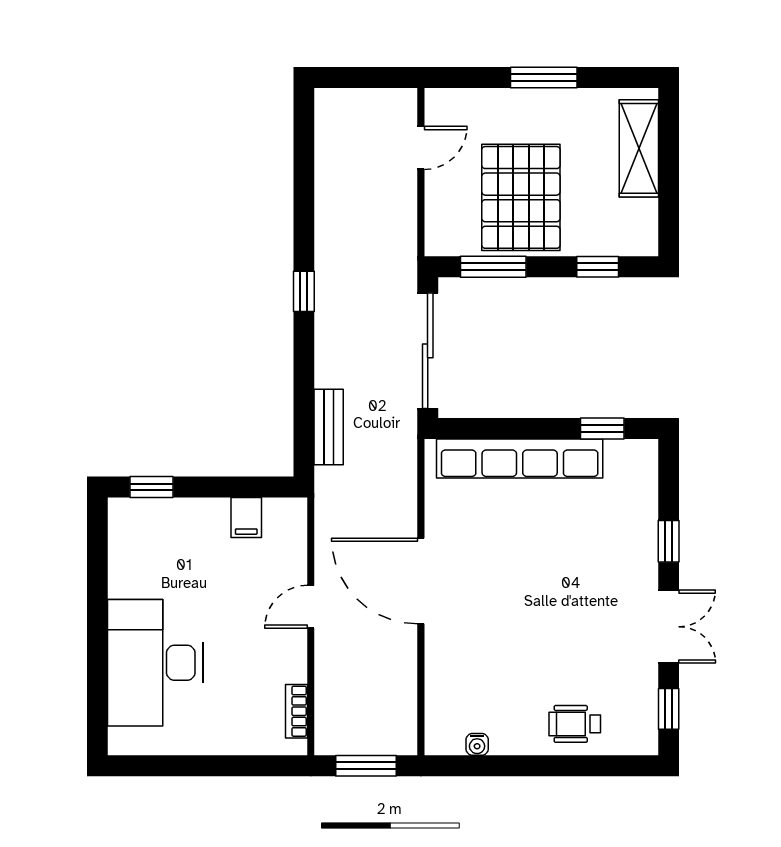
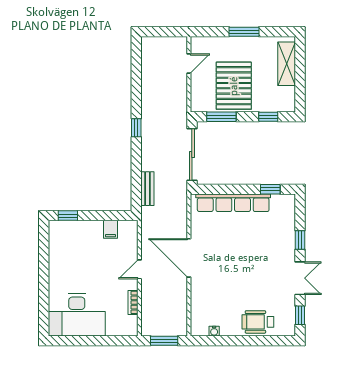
desk: (155, 663) -> (77, 315), moved, turned -90
bookcase: (297, 711) -> (133, 302), moved
wheelchair: (575, 724) -> (258, 322), width x1.36, depth x1.37

